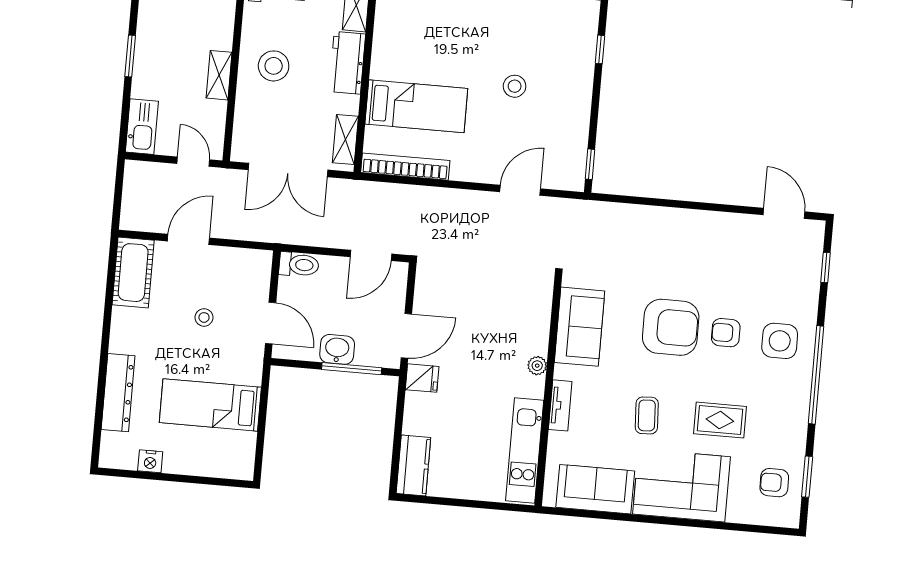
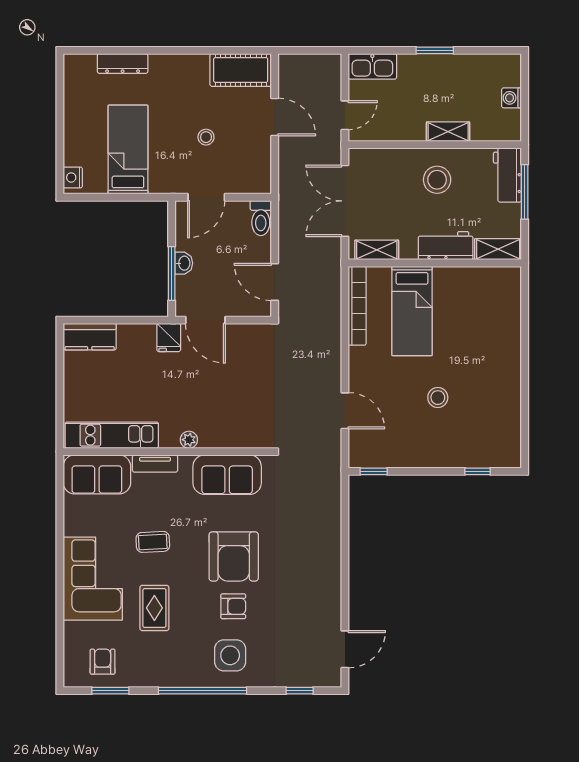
shelving: (219, 75) -> (448, 132), moved
armchair: (726, 333) -> (233, 606), turned 90
washbasin: (337, 349) -> (184, 263), width x0.72, depth x0.69
dresser: (118, 393) -> (123, 63), width x0.73, depth x0.80
nightstand: (150, 461) -> (73, 177), moved
sofa: (595, 489) -> (97, 474), moved, turned 90

